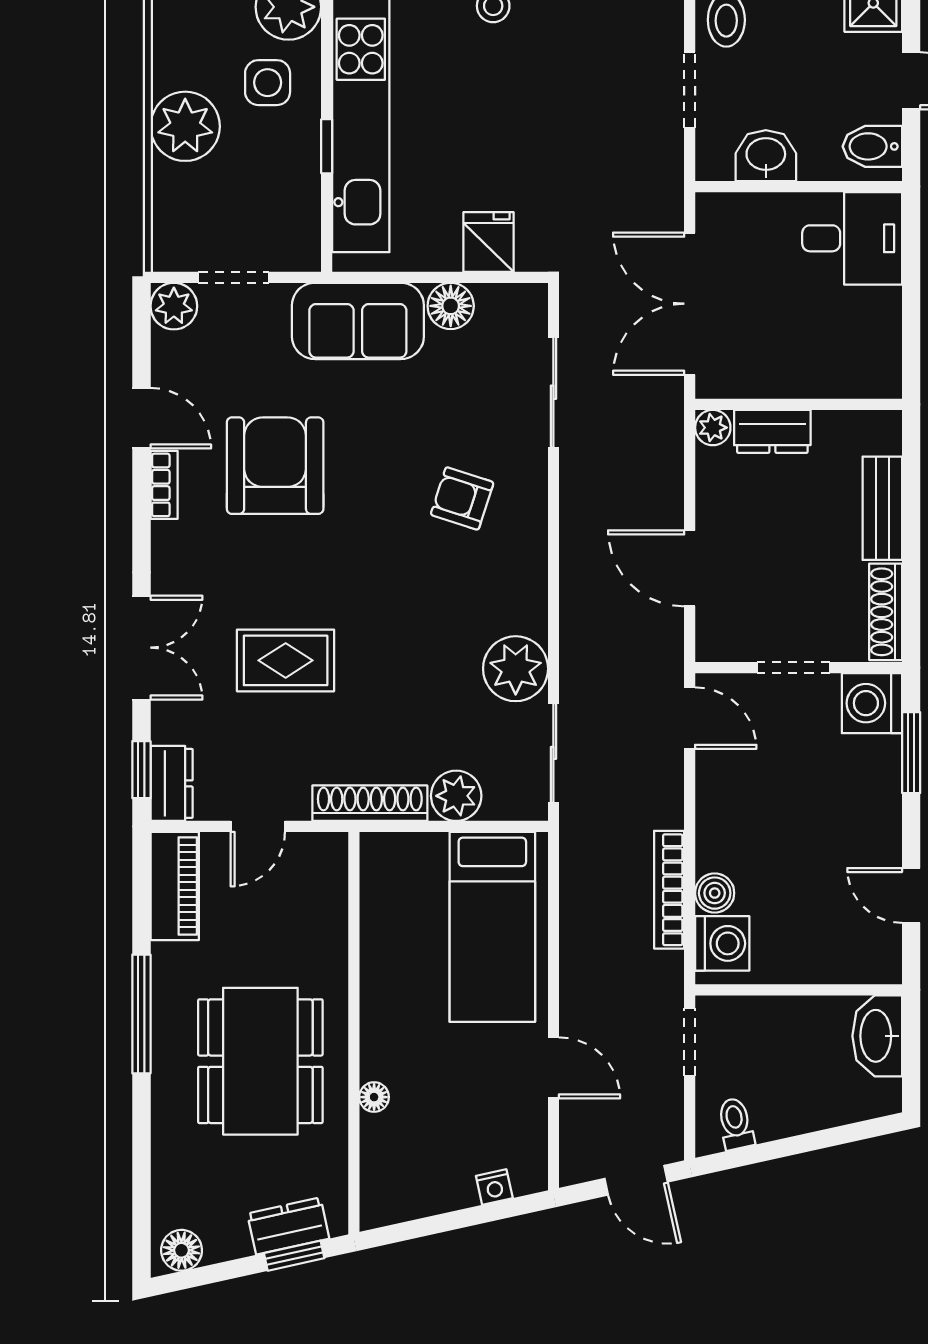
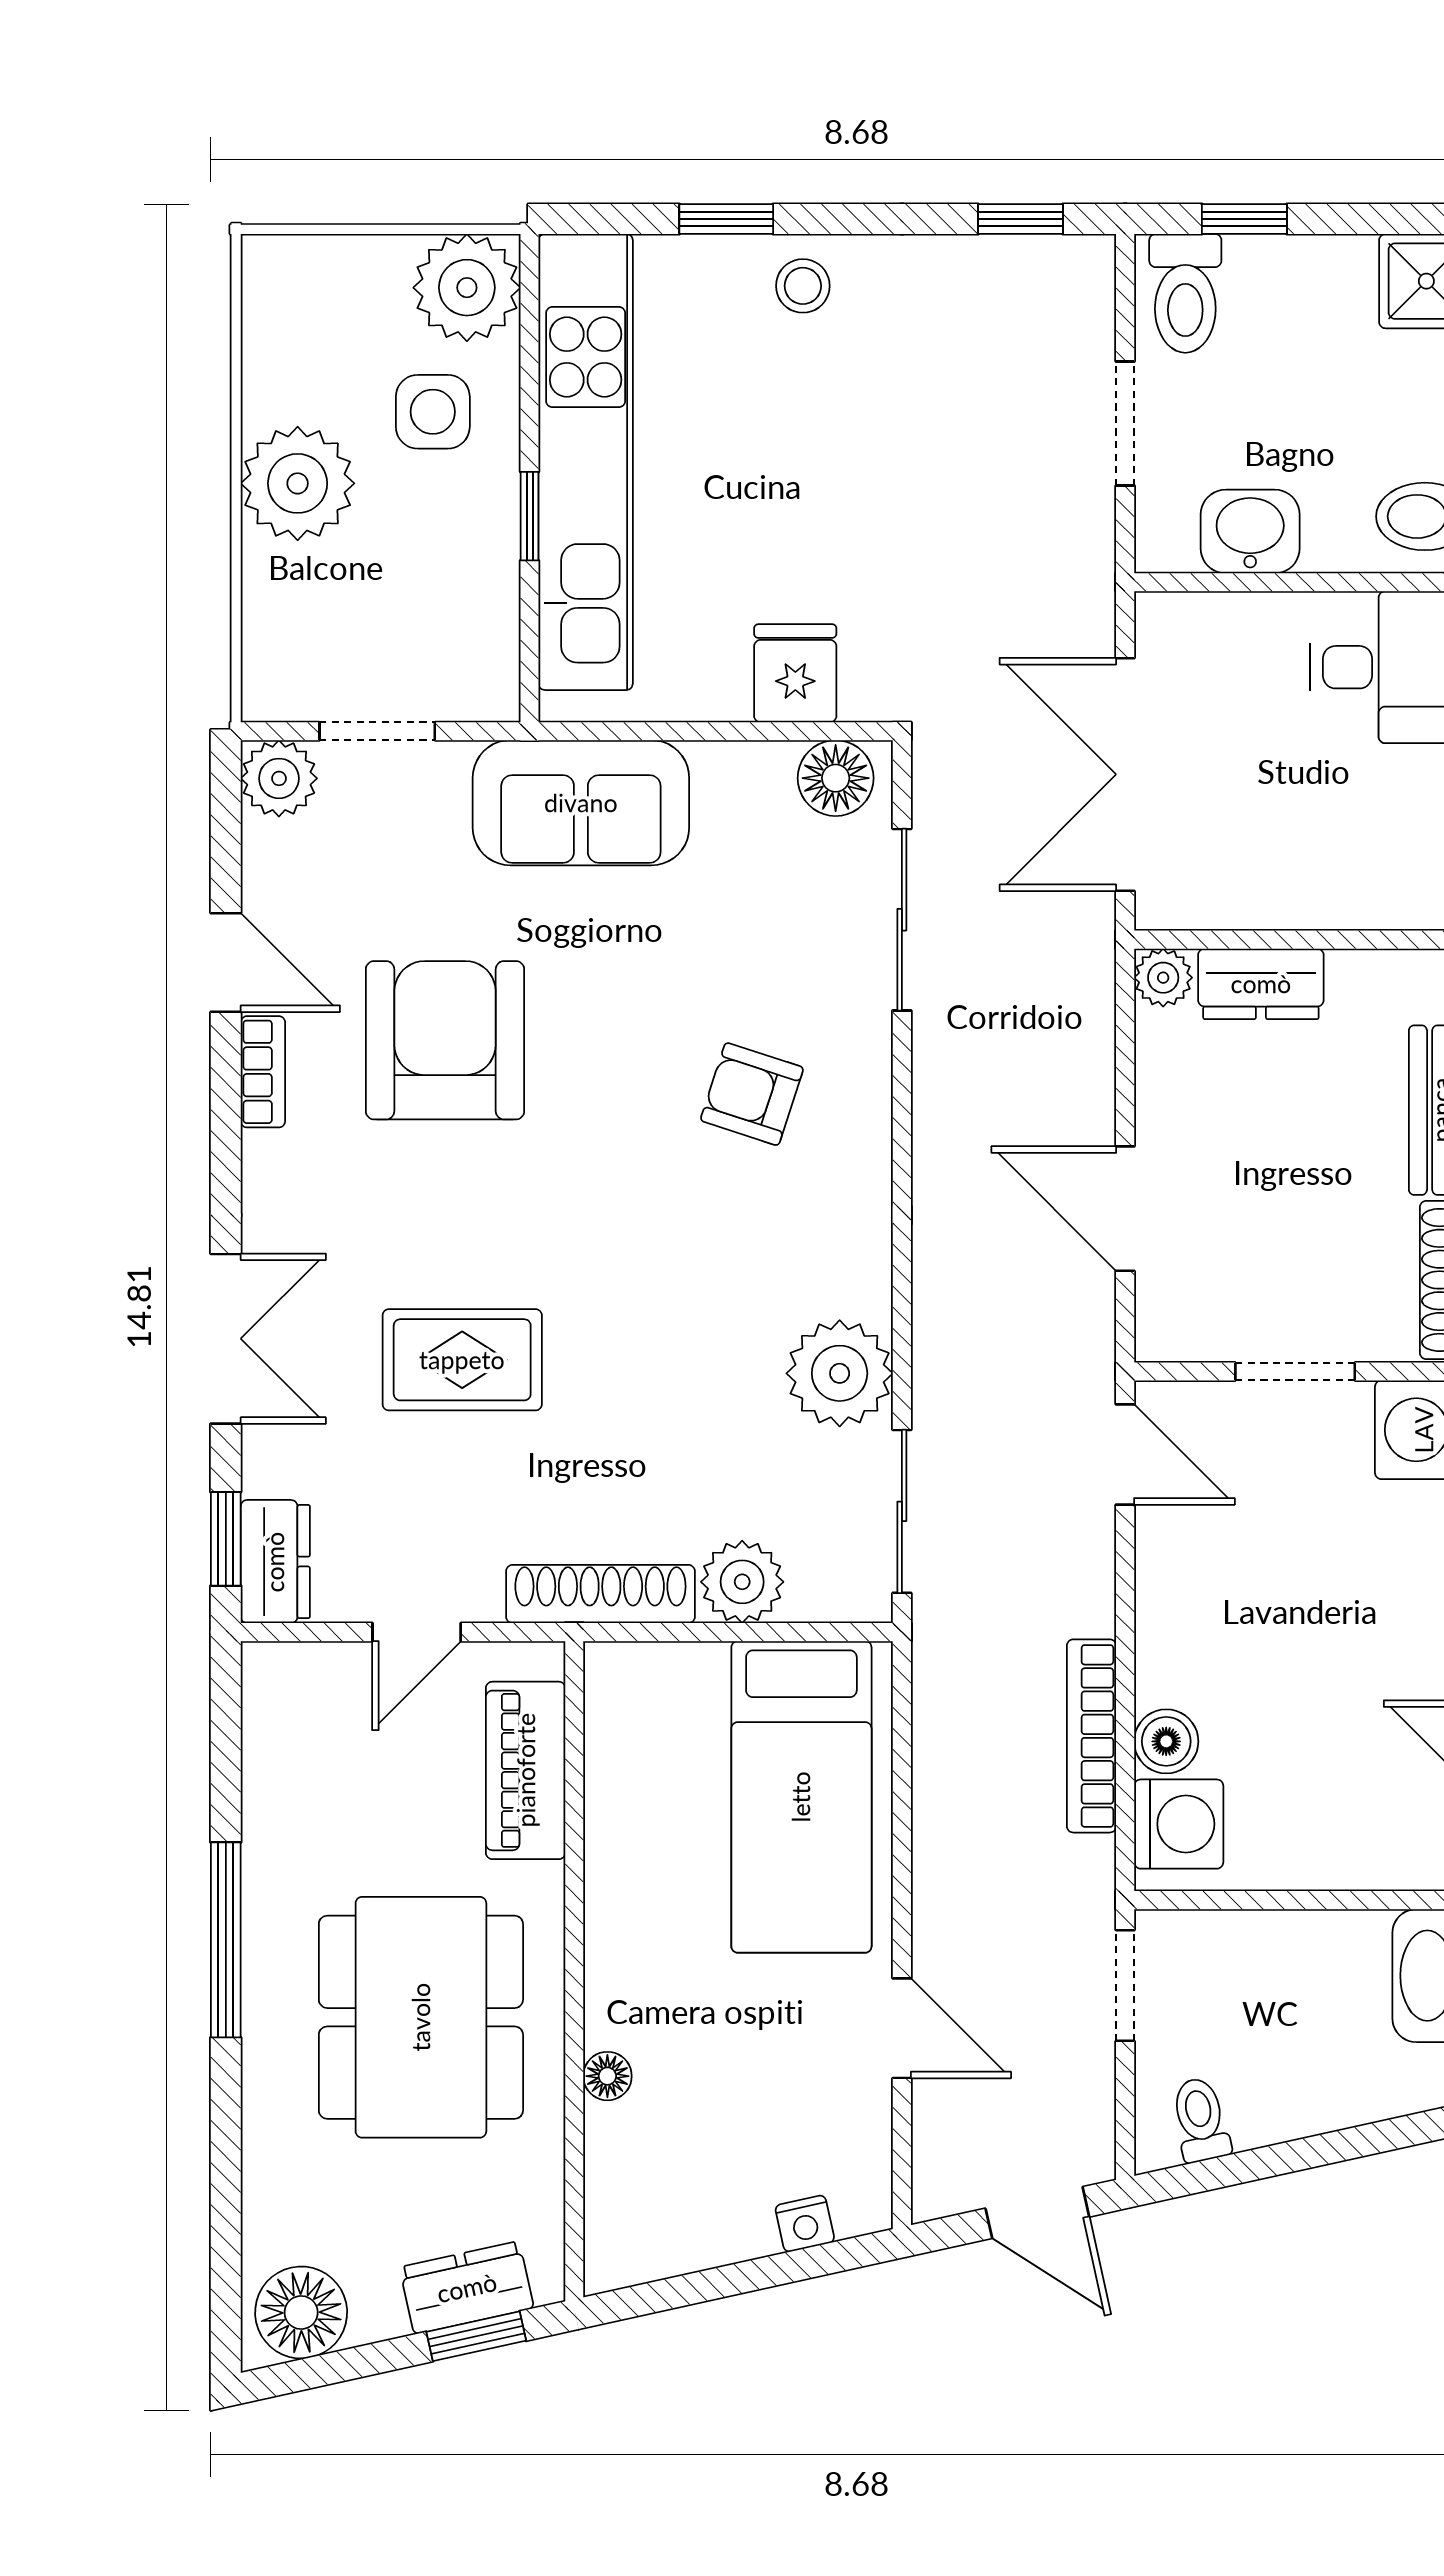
floor lamp: (451, 306) -> (836, 778), moved
piano: (175, 886) -> (526, 1770), moved, turned 180
floor lamp: (182, 1250) -> (301, 2313), width x1.38, depth x1.38

